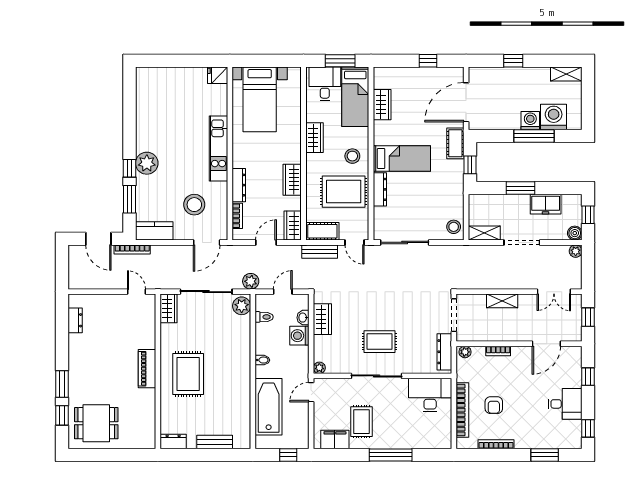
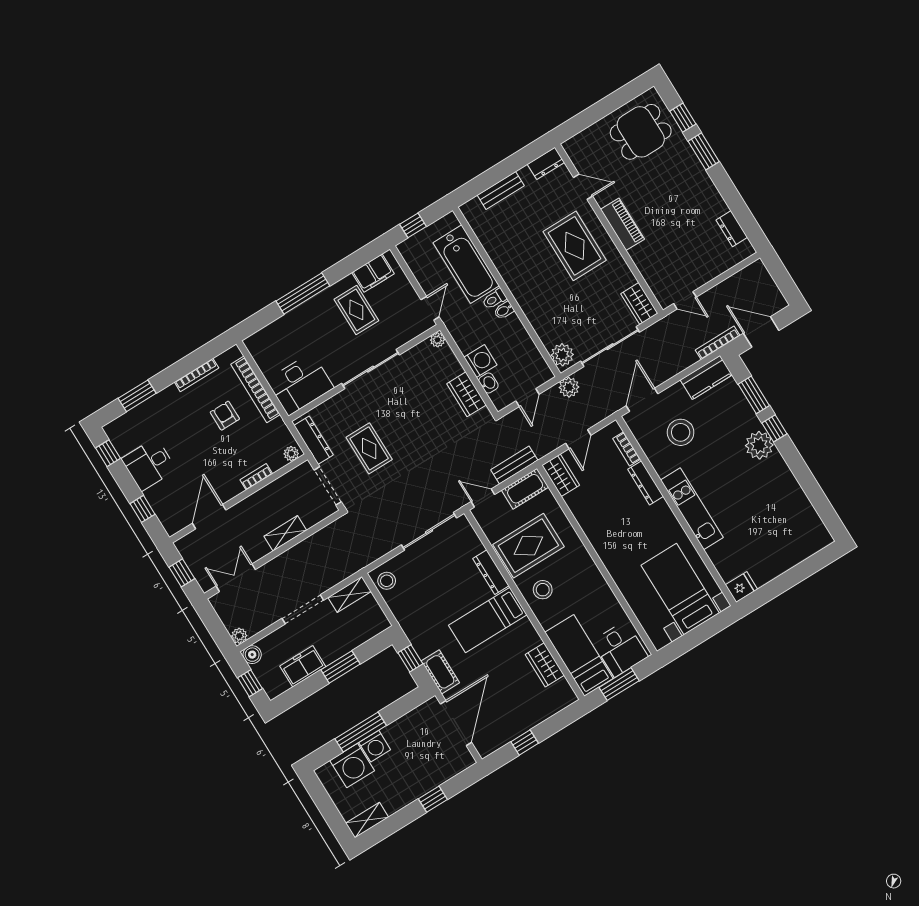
wardrobe: (314, 138) -> (596, 584), removed
wardrobe: (292, 180) -> (592, 524), removed
toilet: (264, 317) -> (494, 299), moved
rug: (379, 342) -> (369, 448), moved, turned 90
door: (158, 410) -> (583, 187), added

